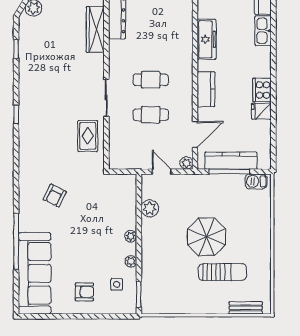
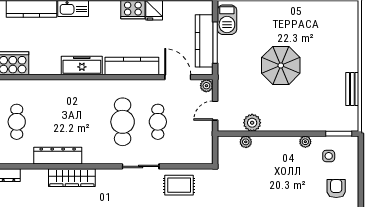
cafe table: (151, 80) -> (123, 122), width x1.37, depth x1.35
kitchen counter: (206, 89) -> (132, 66), width x1.50
barbecue: (256, 181) -> (227, 20), width x1.38, depth x1.27
plant: (131, 236) -> (246, 142), moved
sun lounger: (222, 272) -> (316, 50), removed
bench: (246, 308) -> (352, 89), moved

